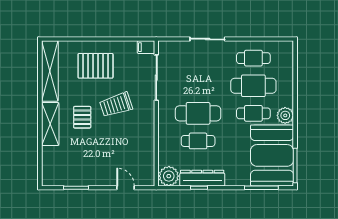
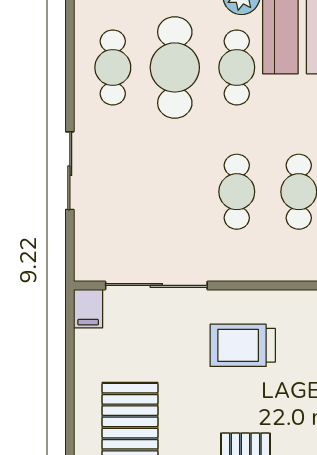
trolley: (116, 105) -> (243, 345), moved, turned 108
cafe table: (198, 113) -> (237, 192), width x0.73, depth x0.74

